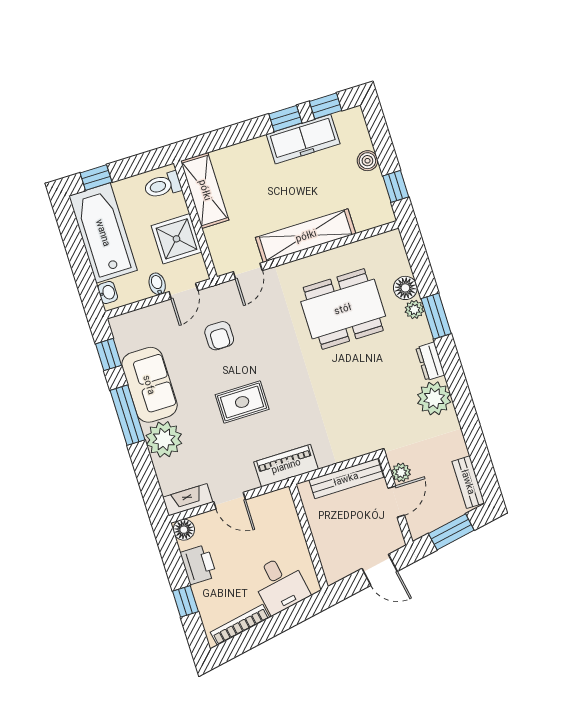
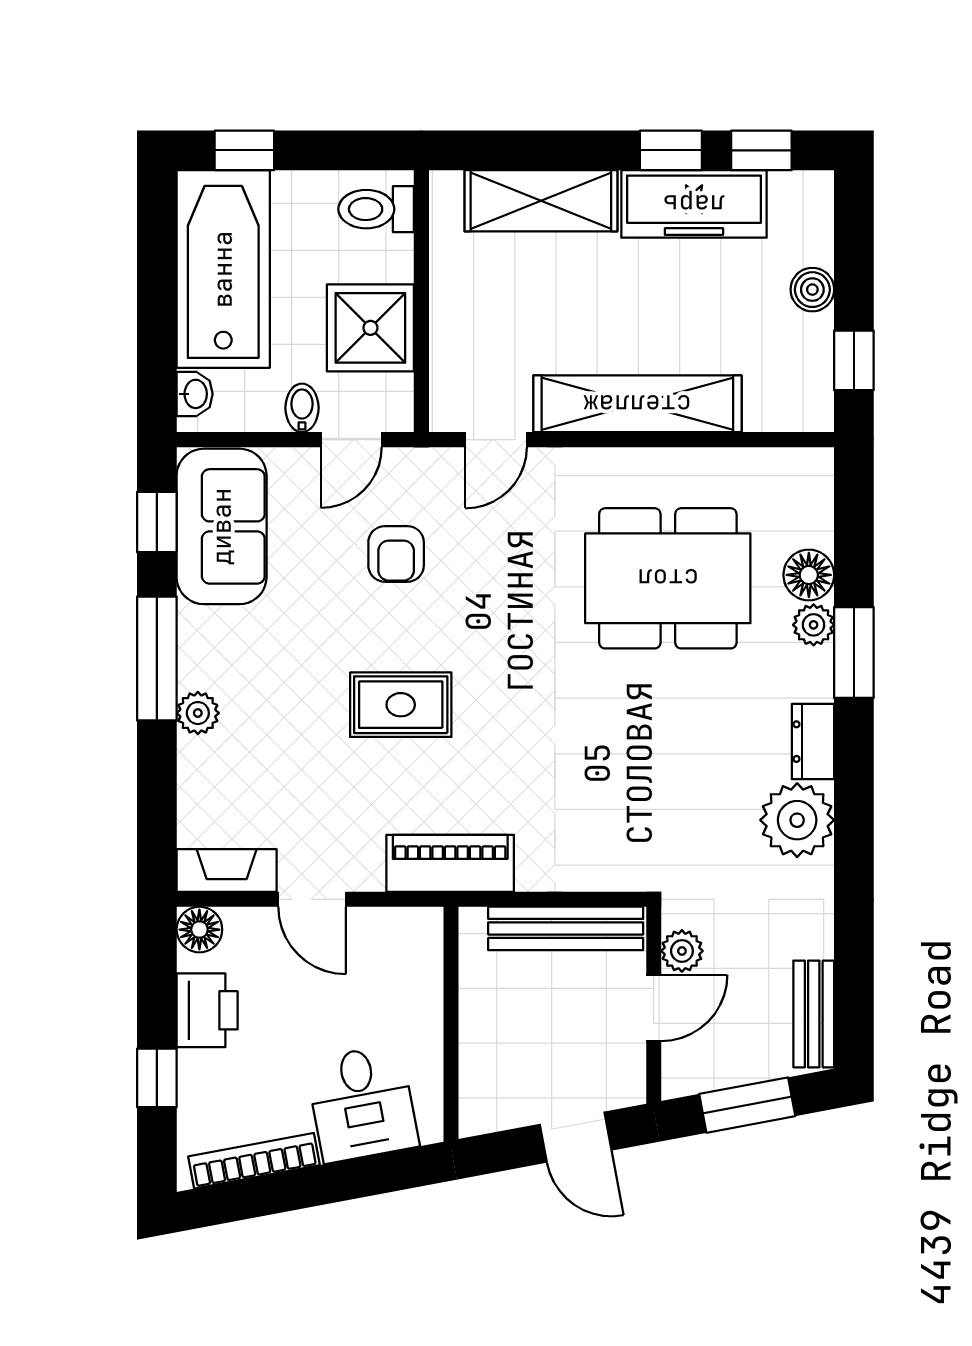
shelving: (205, 190) -> (541, 201), moved, turned 90
sofa: (149, 385) -> (222, 526), moved
plant: (164, 439) -> (198, 713), width x0.53, depth x0.53

